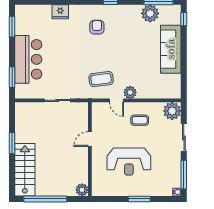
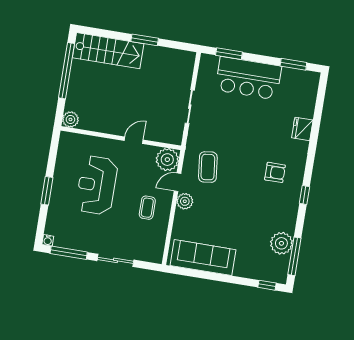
sofa: (171, 49) -> (203, 258), moved
plant: (172, 111) -> (167, 160), moved
door: (90, 139) -> (134, 140), hinge flipped

